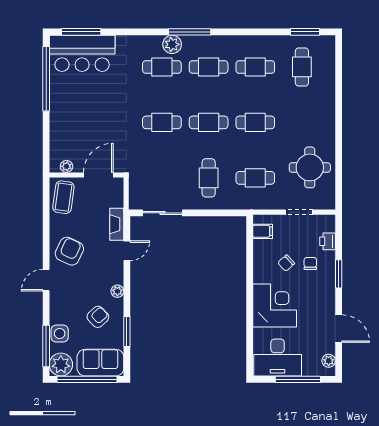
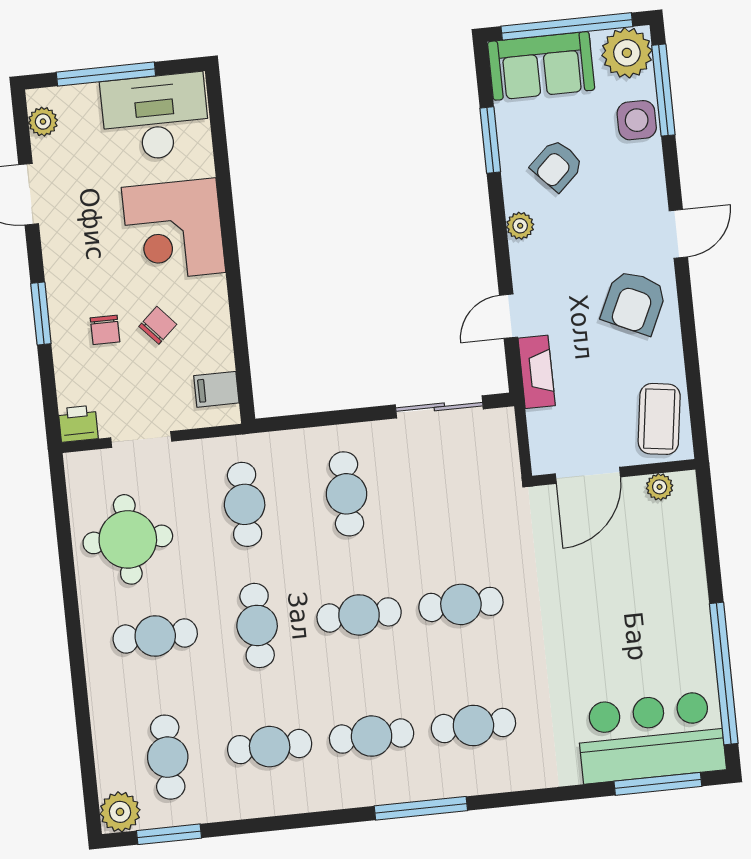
plant: (172, 44) -> (120, 812), moved
cafe table: (255, 122) -> (257, 625), turned 90
cafe table: (302, 122) -> (155, 636), added
cafe table: (255, 178) -> (245, 504), turned 90
printer: (328, 241) -> (78, 424), moved, turned -90

